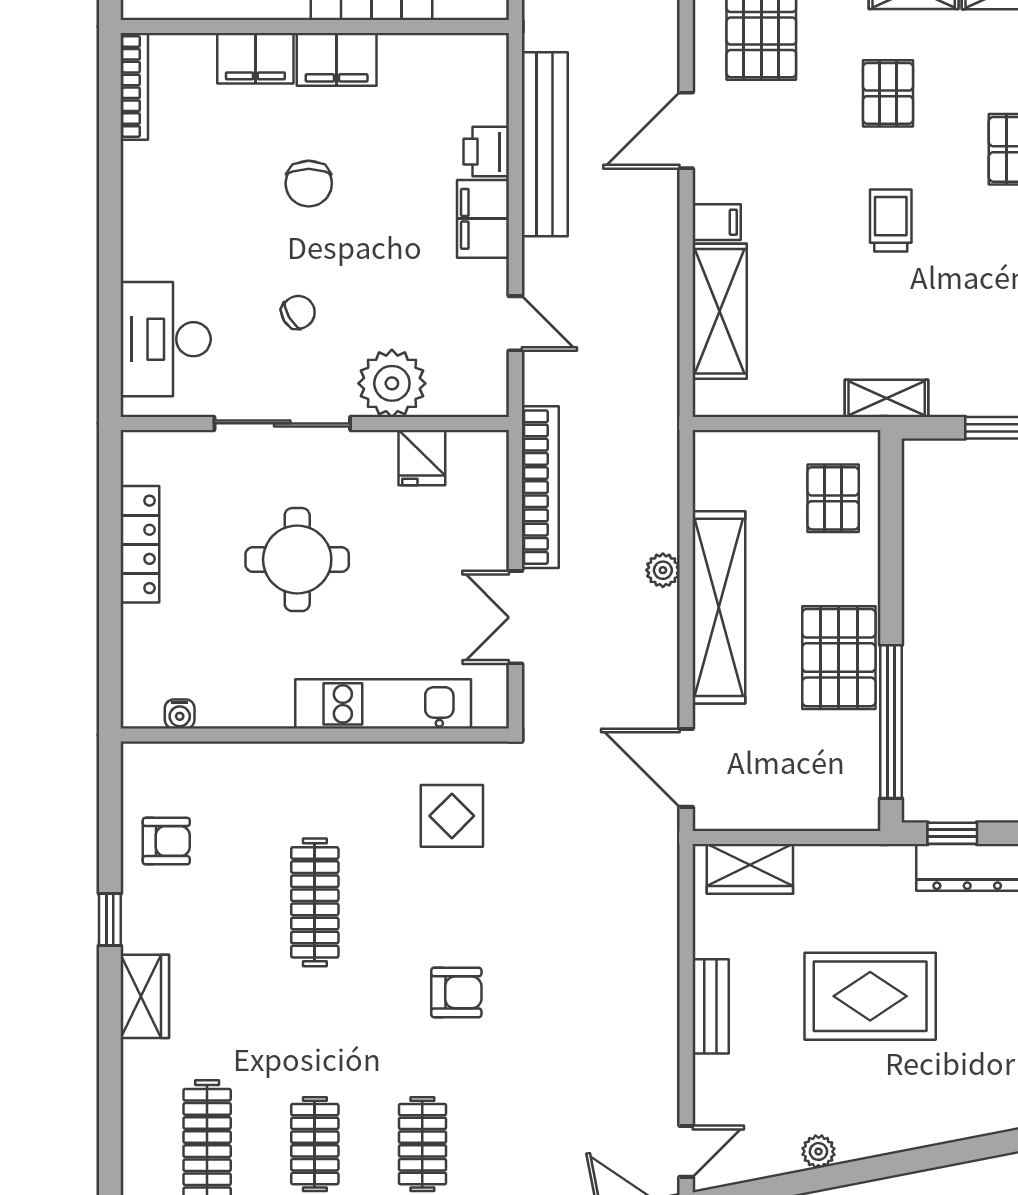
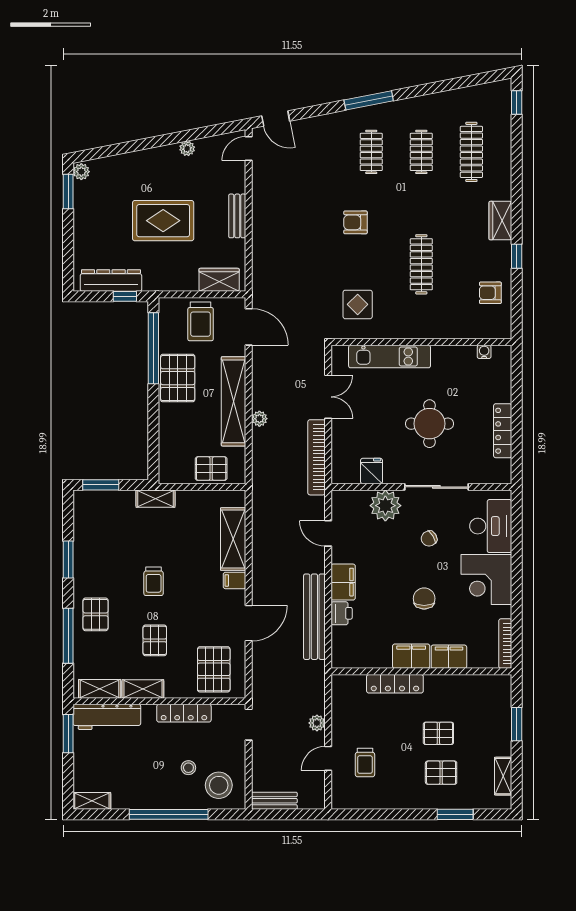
corner desk: (175, 224) -> (486, 580), added
pallet: (833, 498) -> (211, 469), moved, turned 90
trolley: (790, 780) -> (201, 321), added

